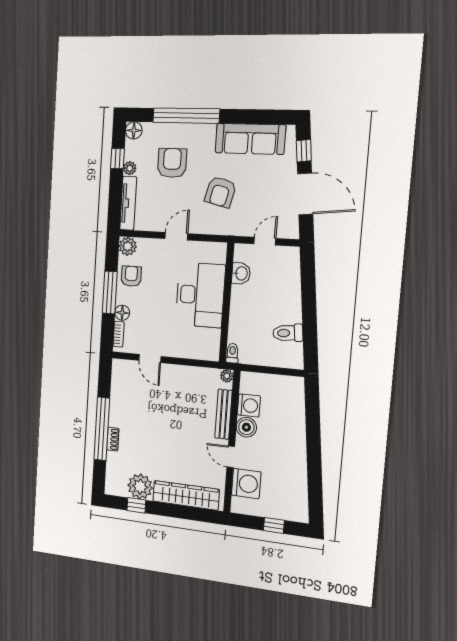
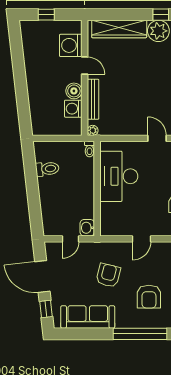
washbasin: (241, 273) -> (87, 228), moved
desk: (200, 295) -> (119, 176), moved

